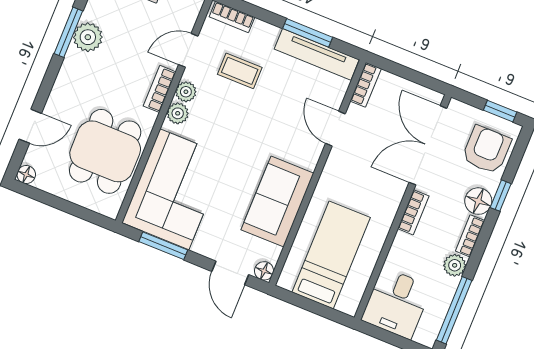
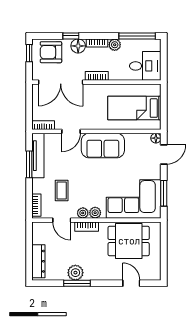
floor lamp: (26, 175) -> (156, 276), removed
sofa: (277, 202) -> (103, 145), moved

